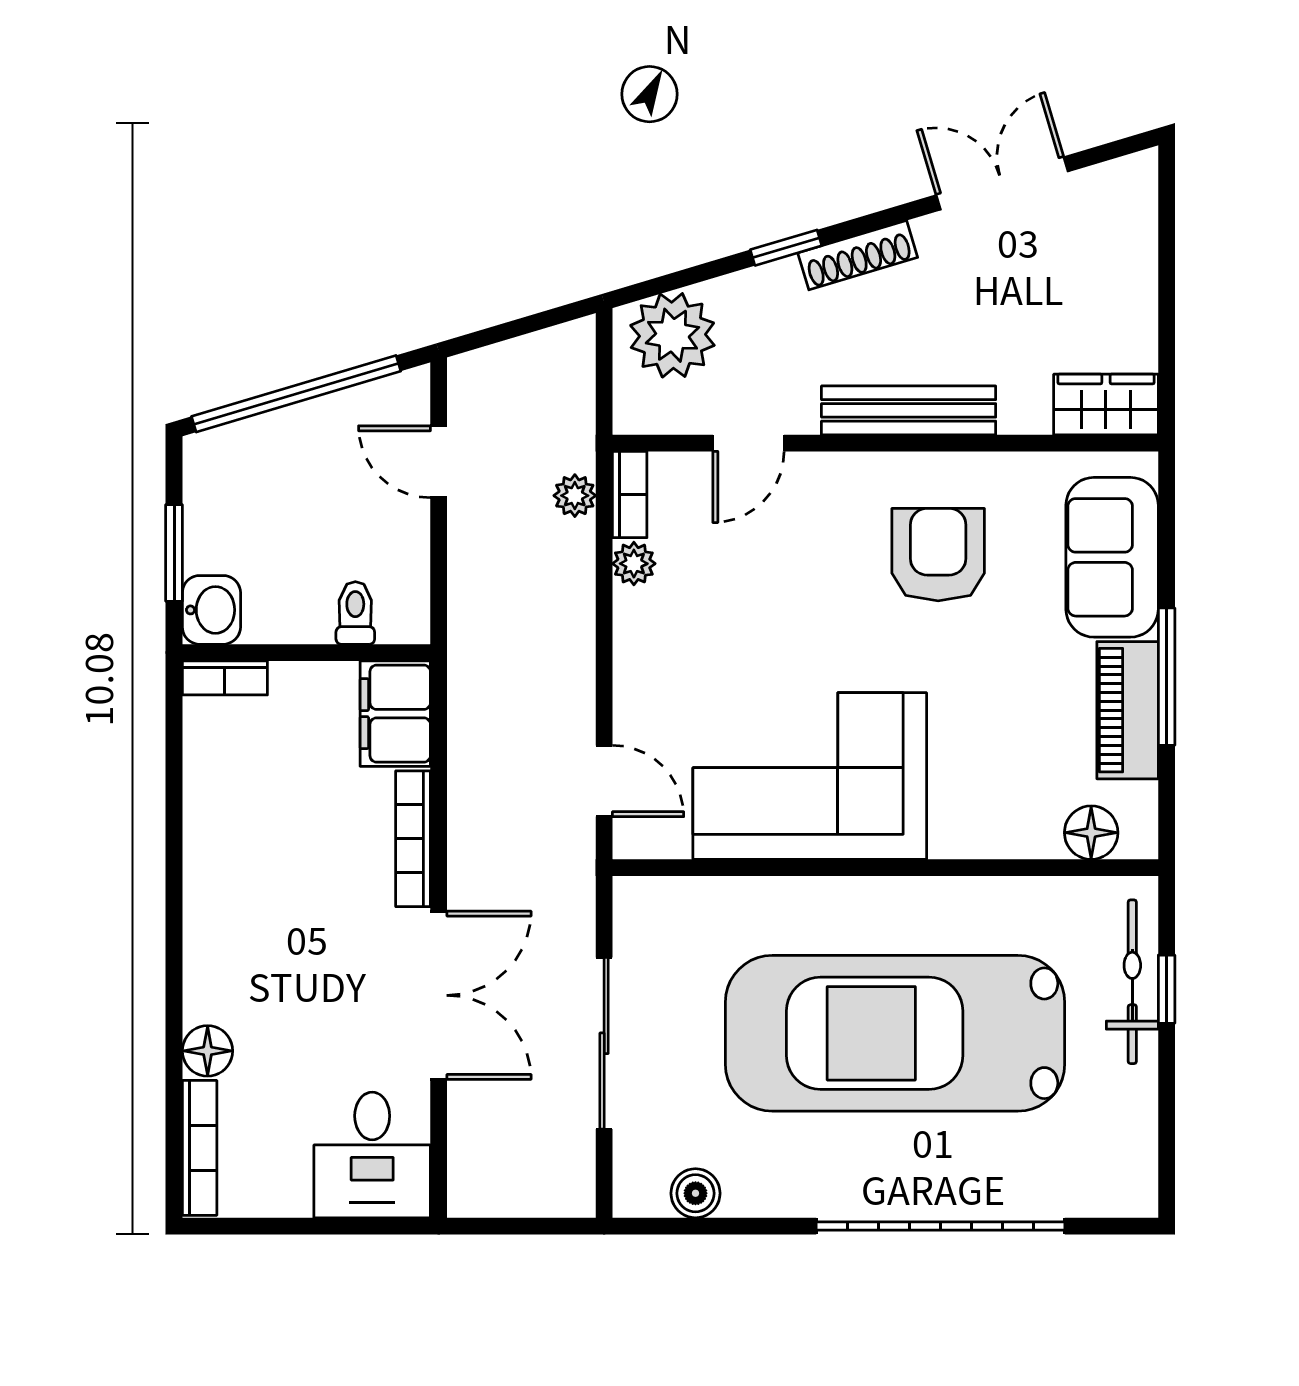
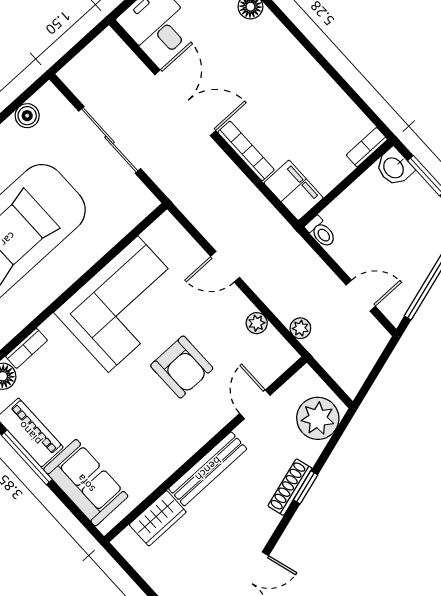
shoe rack: (858, 255) -> (290, 487), moved
wardrobe: (1106, 404) -> (158, 518), moved
bookcase: (630, 494) -> (27, 348), moved, turned -90
armchair: (938, 555) -> (182, 367), moved
toilet: (355, 613) -> (321, 232), moved
door: (604, 781) -> (225, 267), moved
double door: (439, 995) -> (185, 103), swing flipped

